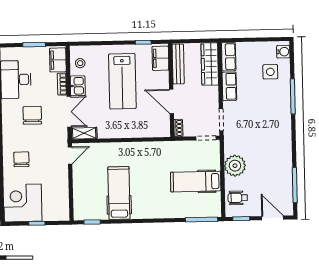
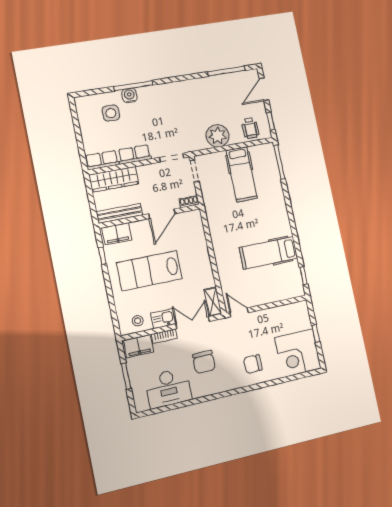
water cooler: (283, 52) -> (129, 95), moved
lab bench: (122, 81) -> (149, 271), turned 180
chair: (32, 115) -> (204, 362), turned -90

